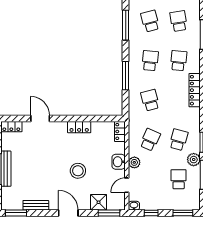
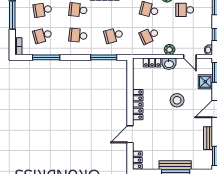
window: (126, 76) -> (104, 57), moved
locker: (79, 127) -> (138, 105), width x1.53
locker: (120, 131) -> (152, 63), moved
school desk: (150, 140) -> (149, 35), turned -48

